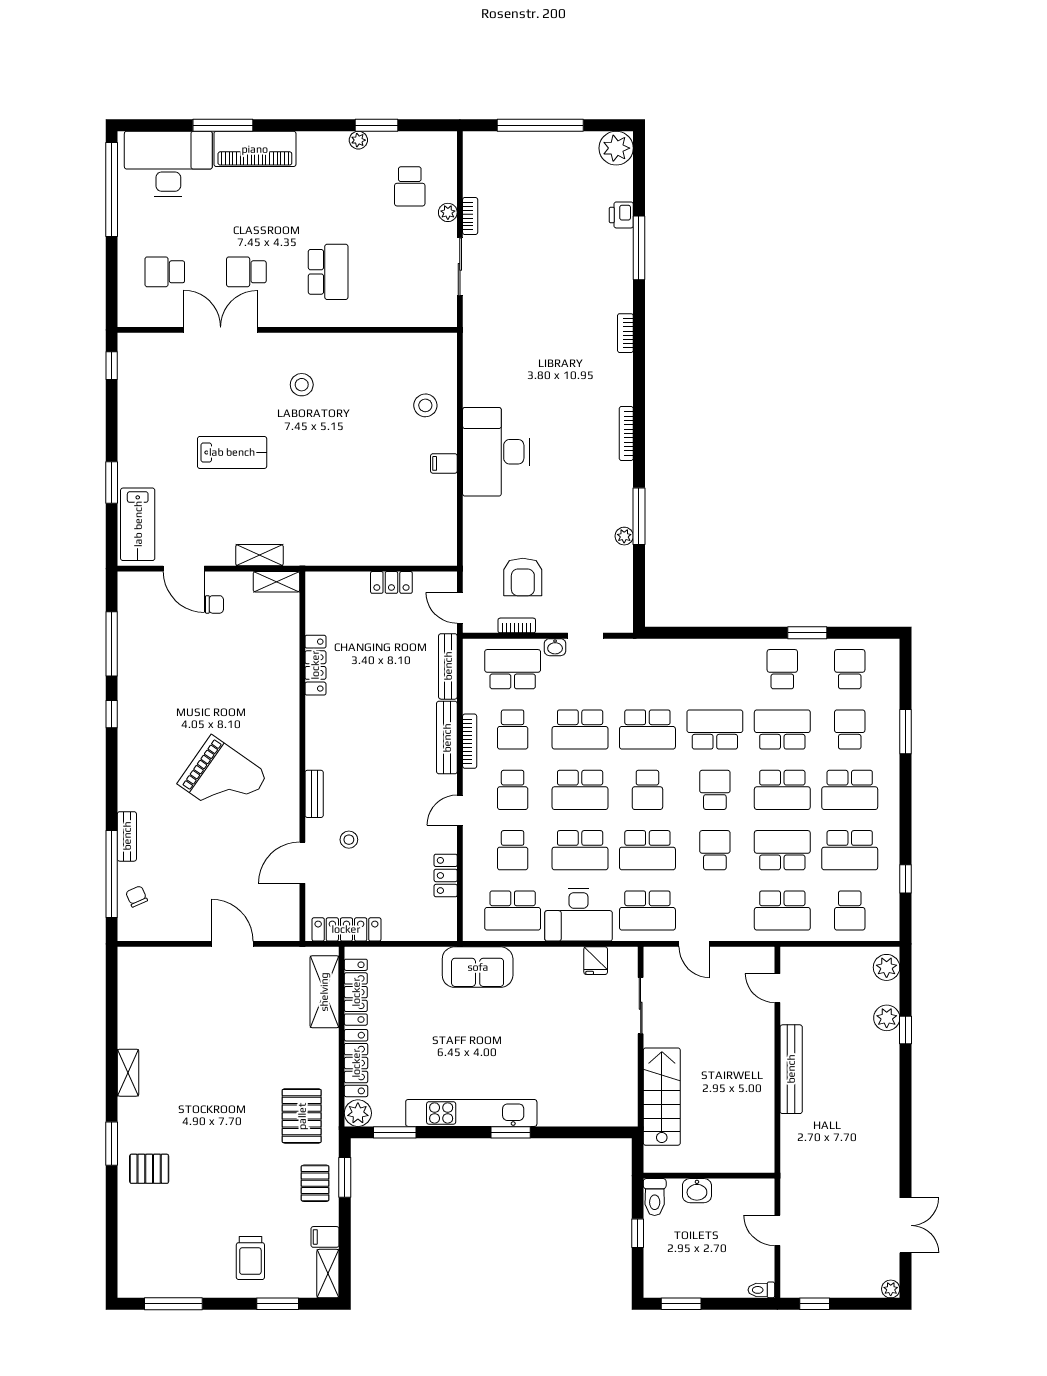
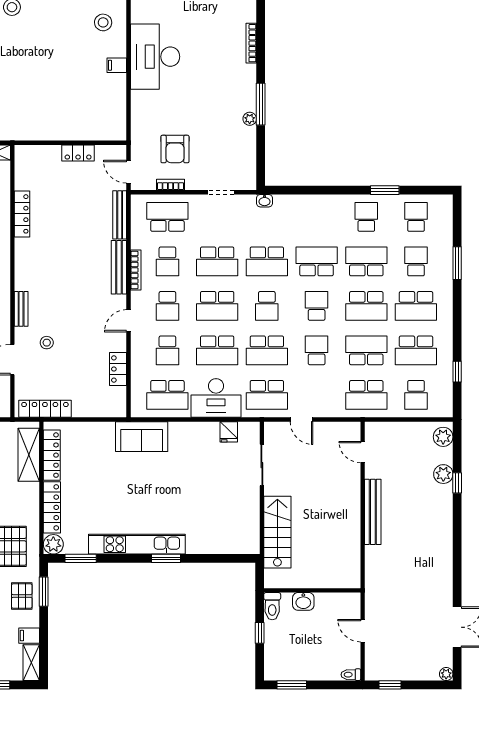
washbasin: (555, 647) -> (264, 201), moved

